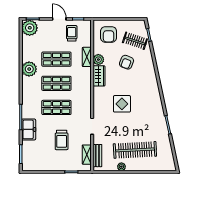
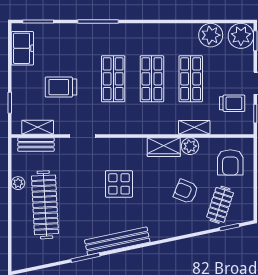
armchair: (109, 34) -> (230, 162), turned -90
plant: (29, 69) -> (211, 35), moved
bench: (158, 105) -> (117, 241), added
freezer: (29, 129) -> (22, 48), moved, turned -90

